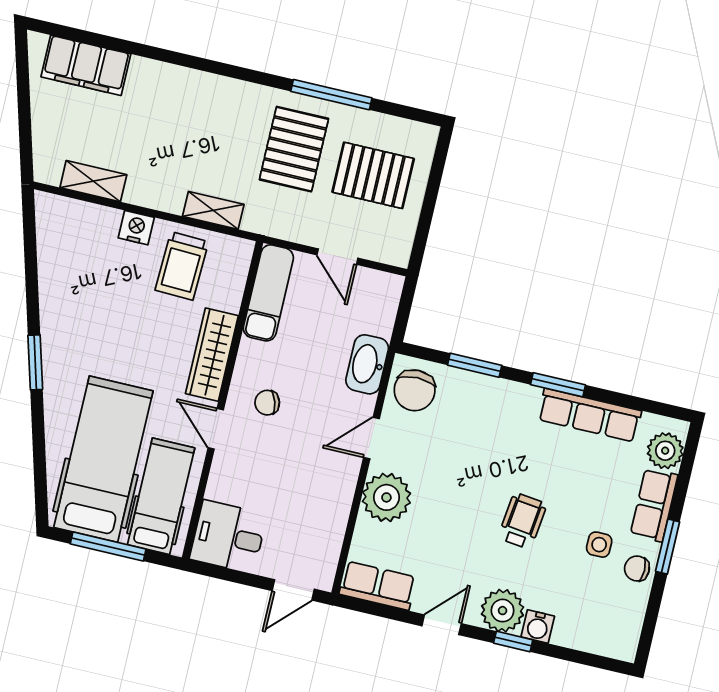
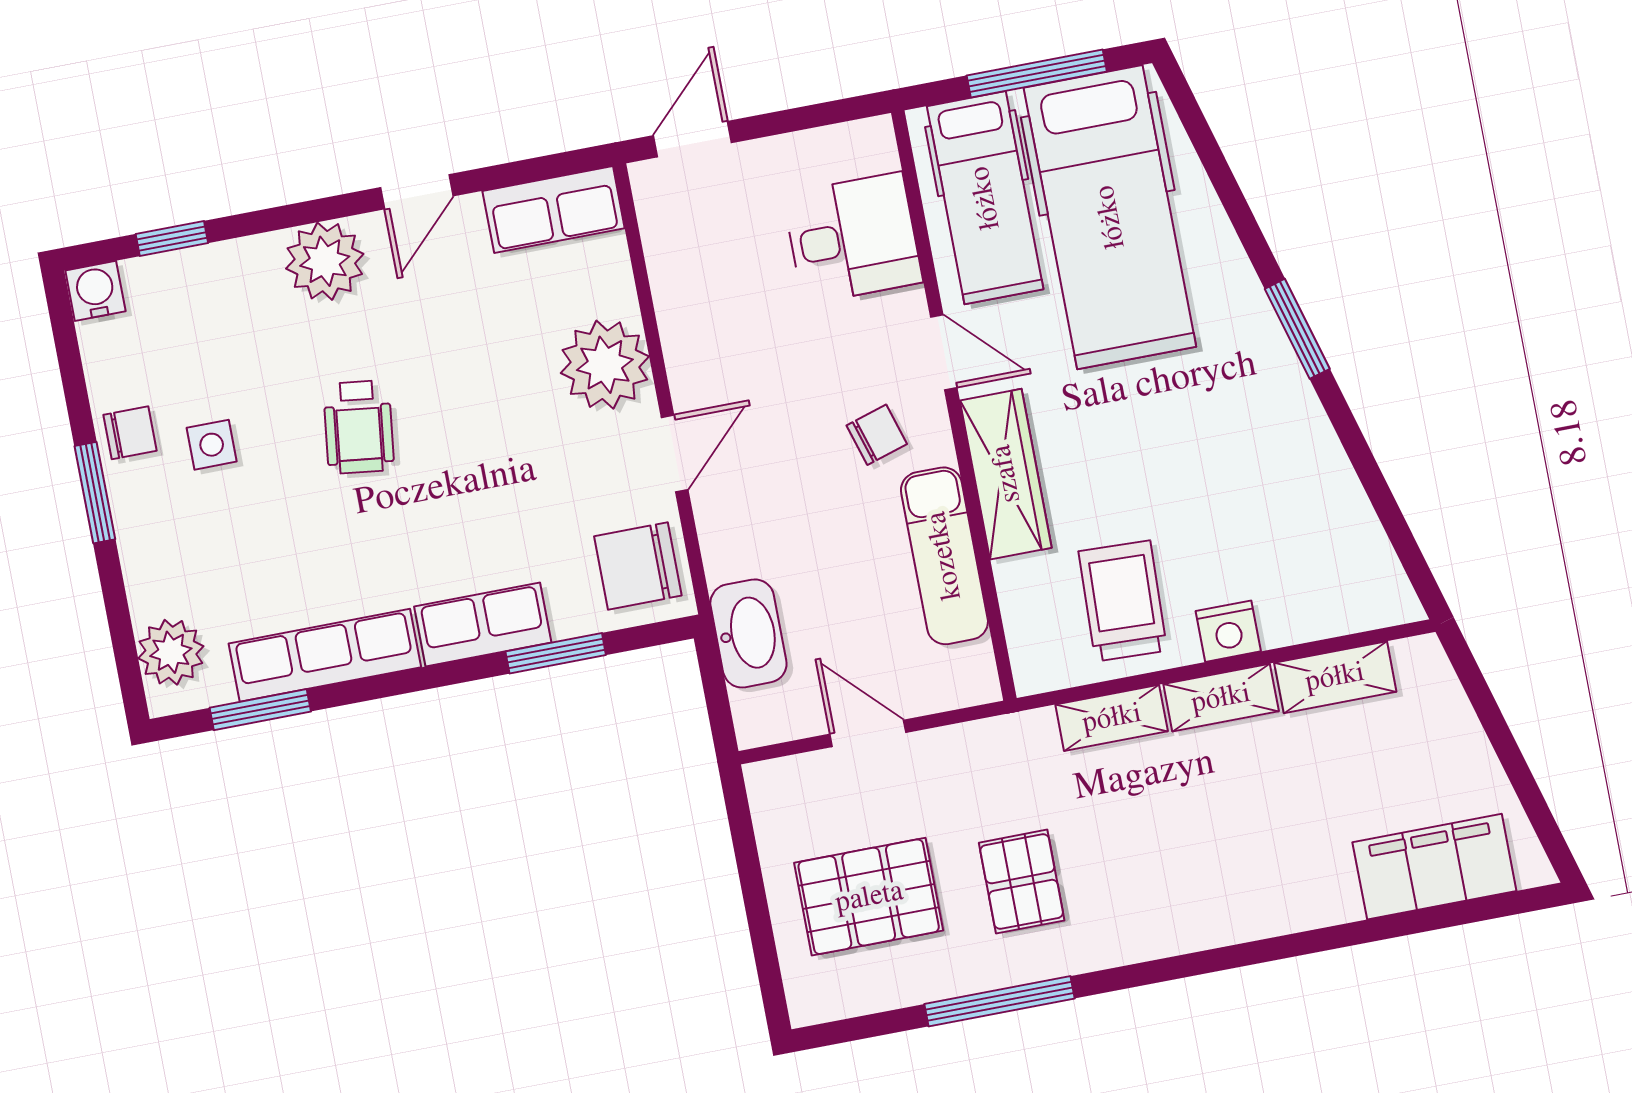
pallet: (294, 149) -> (1022, 882), width x0.67, depth x0.71
shelving: (154, 196) -> (1221, 698), added
exam couch: (268, 293) -> (944, 556), moved
washbasin: (367, 364) -> (748, 633), moved
window: (558, 385) -> (260, 710), moved
chair: (415, 390) -> (638, 566), turned -90
row of seats: (654, 505) -> (483, 624), moved, turned -90
desk: (228, 537) -> (853, 238), moved
water cooler: (538, 627) -> (95, 291), moved
window: (513, 641) -> (172, 239), moved

